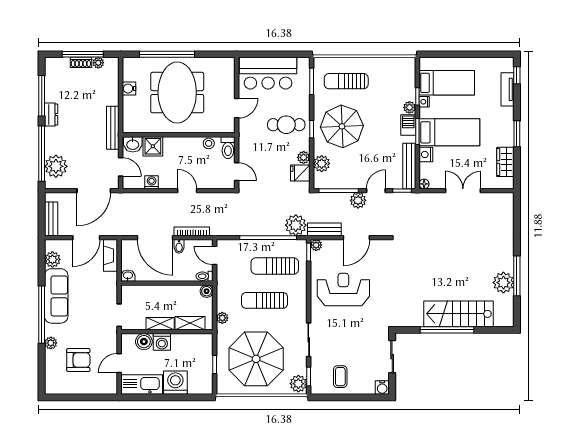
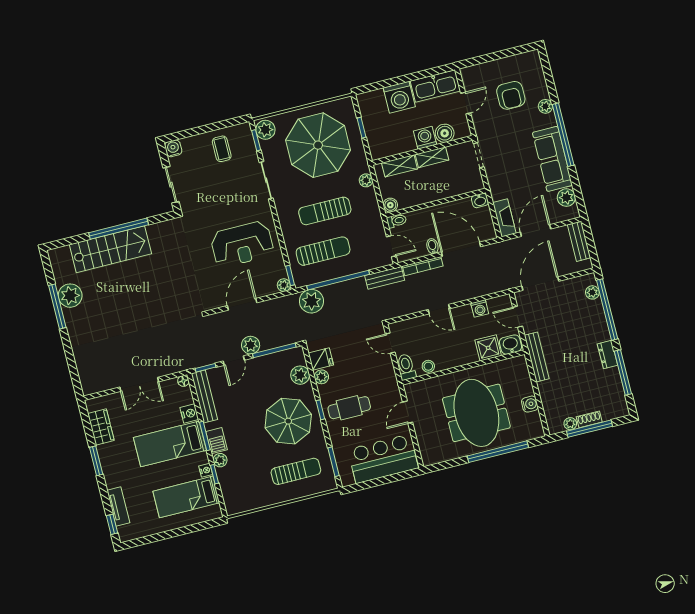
plant: (56, 166) -> (592, 292), width x0.53, depth x0.53
bench: (324, 229) -> (385, 278), moved
sun lounger: (265, 300) -> (325, 211), turned 180
armchair: (78, 360) -> (511, 95), turned -90

